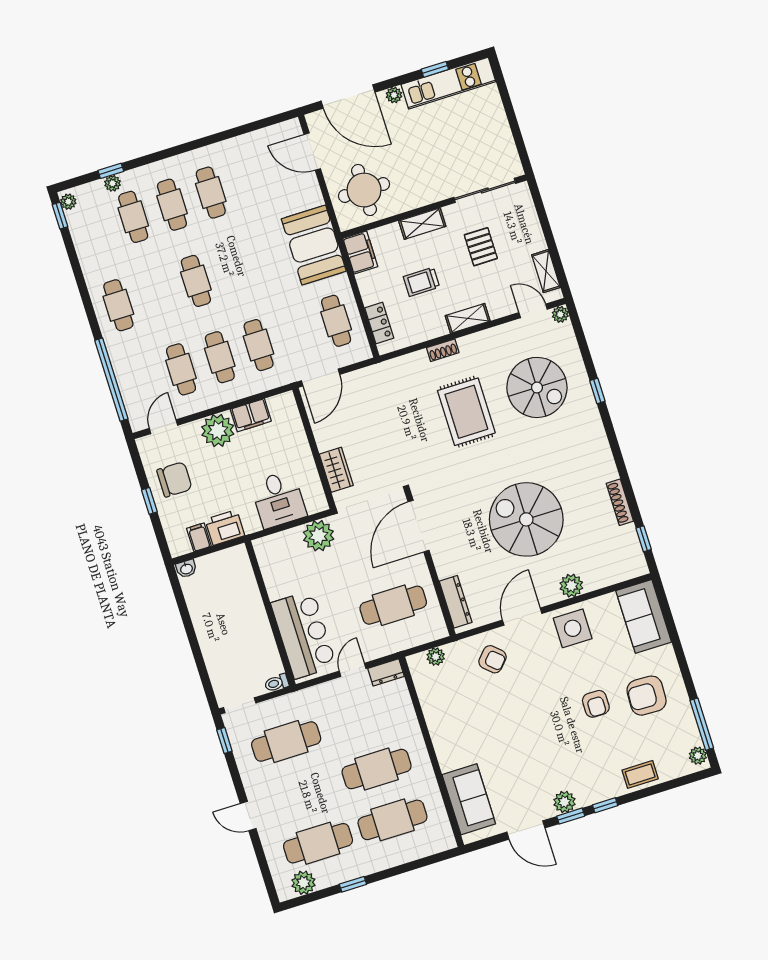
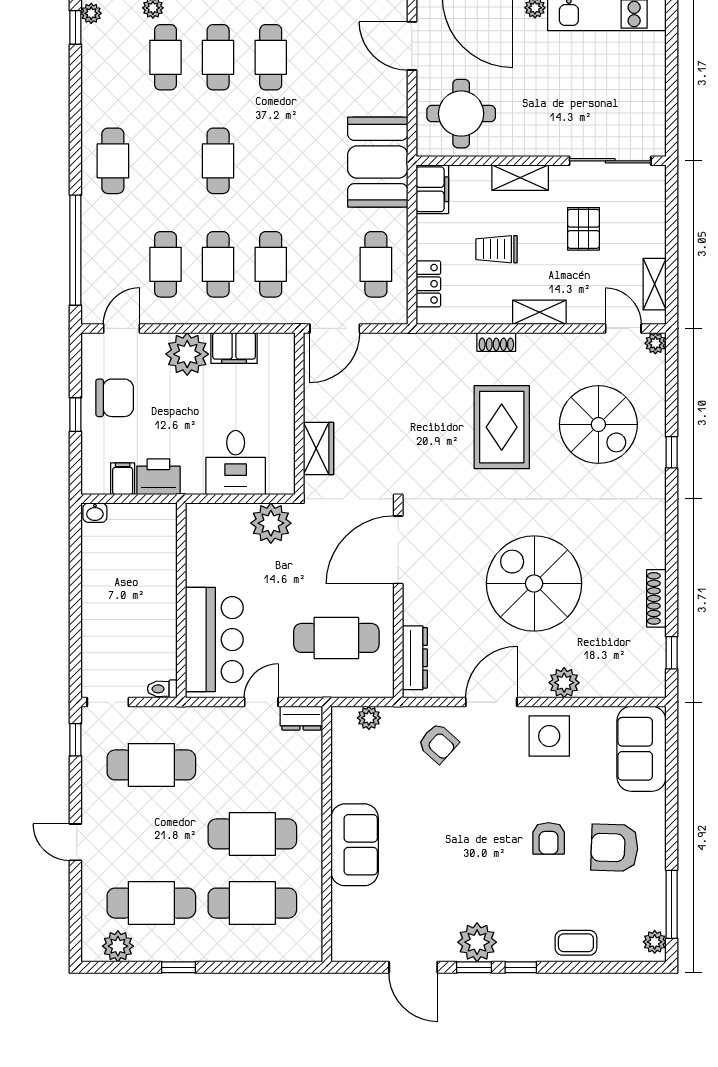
sofa: (469, 799) -> (355, 845), moved
plant: (564, 802) -> (477, 942), width x1.36, depth x1.36

